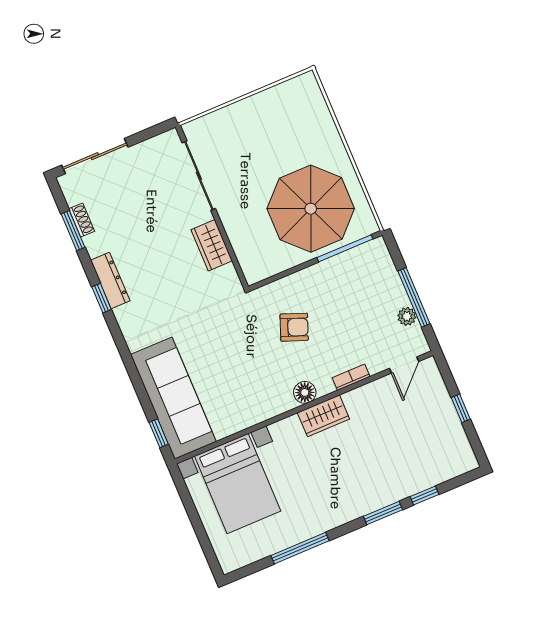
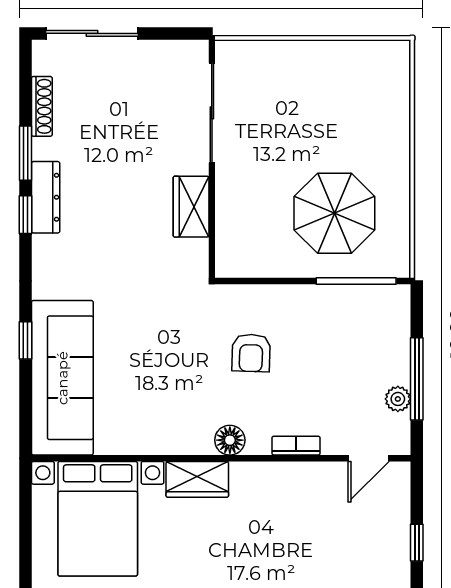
parasol: (311, 209) -> (334, 213), width x0.73, depth x0.73
shoe rack: (82, 220) -> (42, 106), width x1.43
window: (73, 231) -> (25, 153), moved
armchair: (294, 327) -> (251, 353), turned 71
wardrobe: (323, 416) -> (197, 479), moved
window: (159, 433) -> (25, 340), moved

